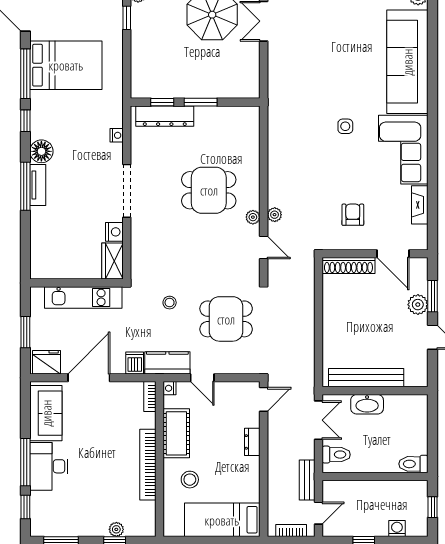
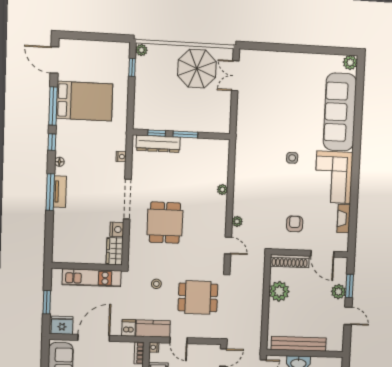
floor lamp: (41, 151) -> (59, 162), width x0.53, depth x0.53
dining table: (209, 190) -> (165, 223), moved, turned 90
plant: (253, 217) -> (222, 190), moved
plant: (336, 307) -> (279, 291), added

